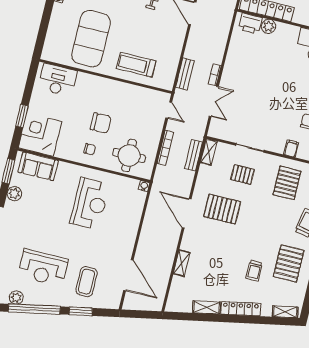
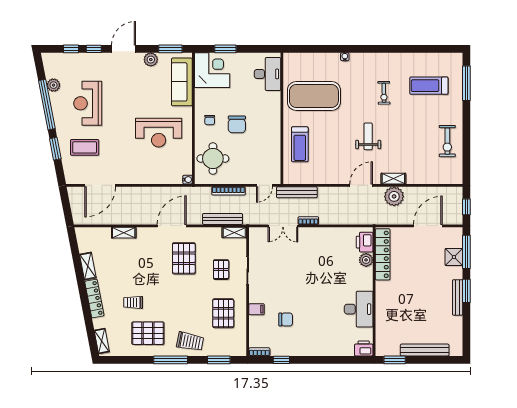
treadmill: (136, 65) -> (300, 144), turned 180
bench: (185, 74) -> (297, 192), width x1.36
bench: (193, 155) -> (223, 219), width x1.36
sofa: (38, 166) -> (182, 82), width x1.36
pallet: (287, 183) -> (223, 313), turned 90

